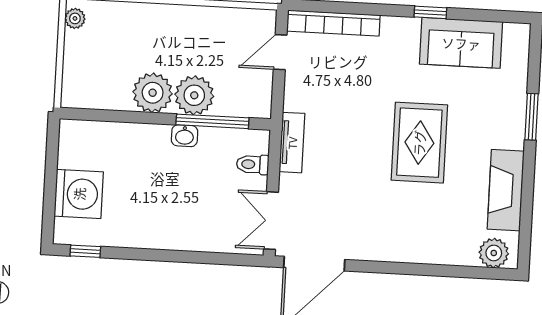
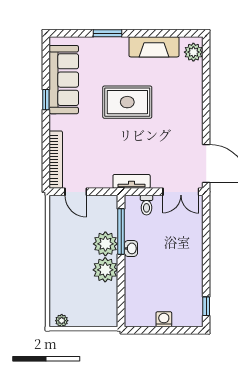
sofa: (461, 43) -> (64, 80), width x1.36
washing machine: (79, 194) -> (164, 319), width x0.53, depth x0.53

